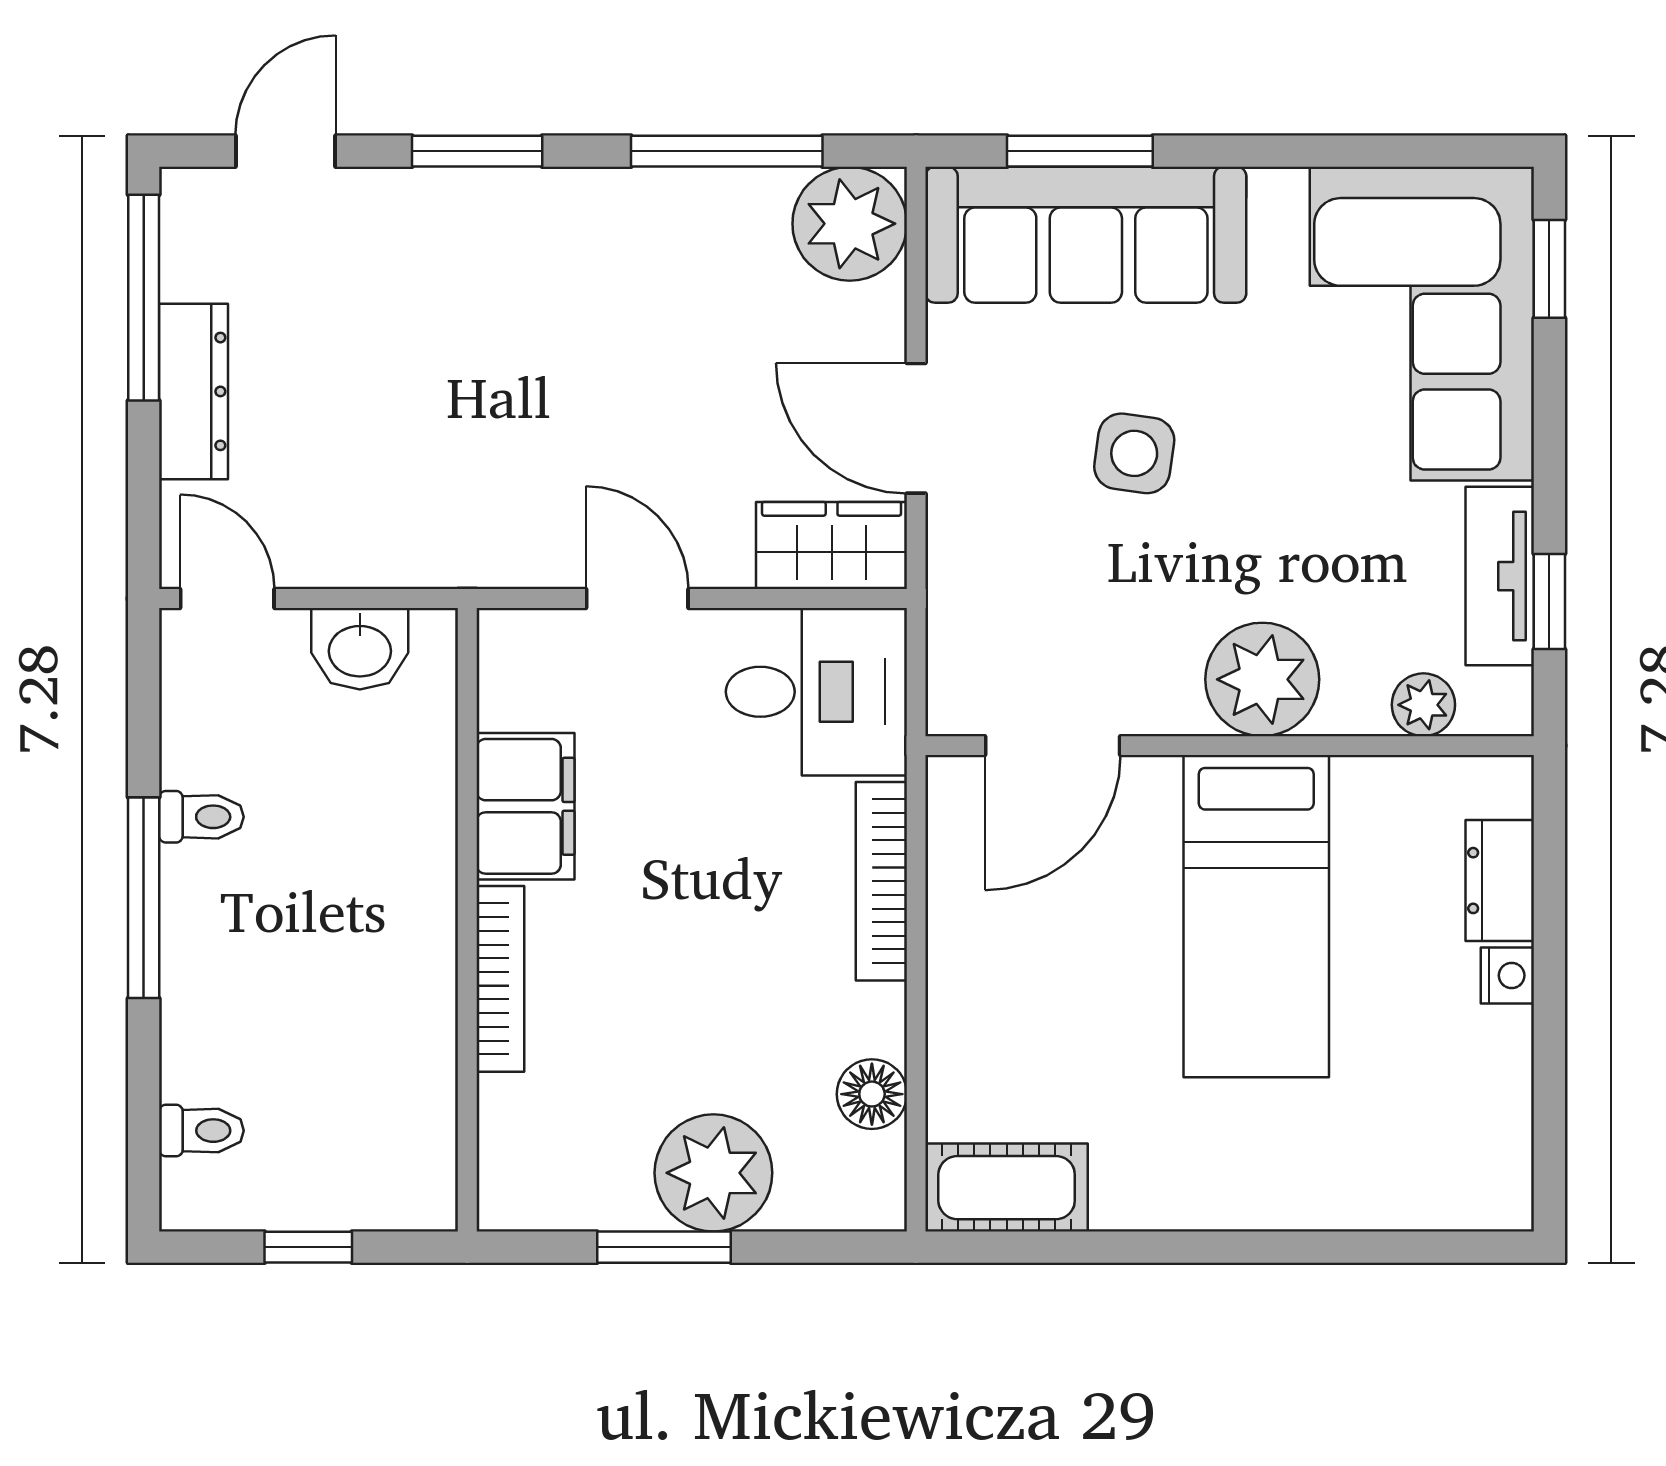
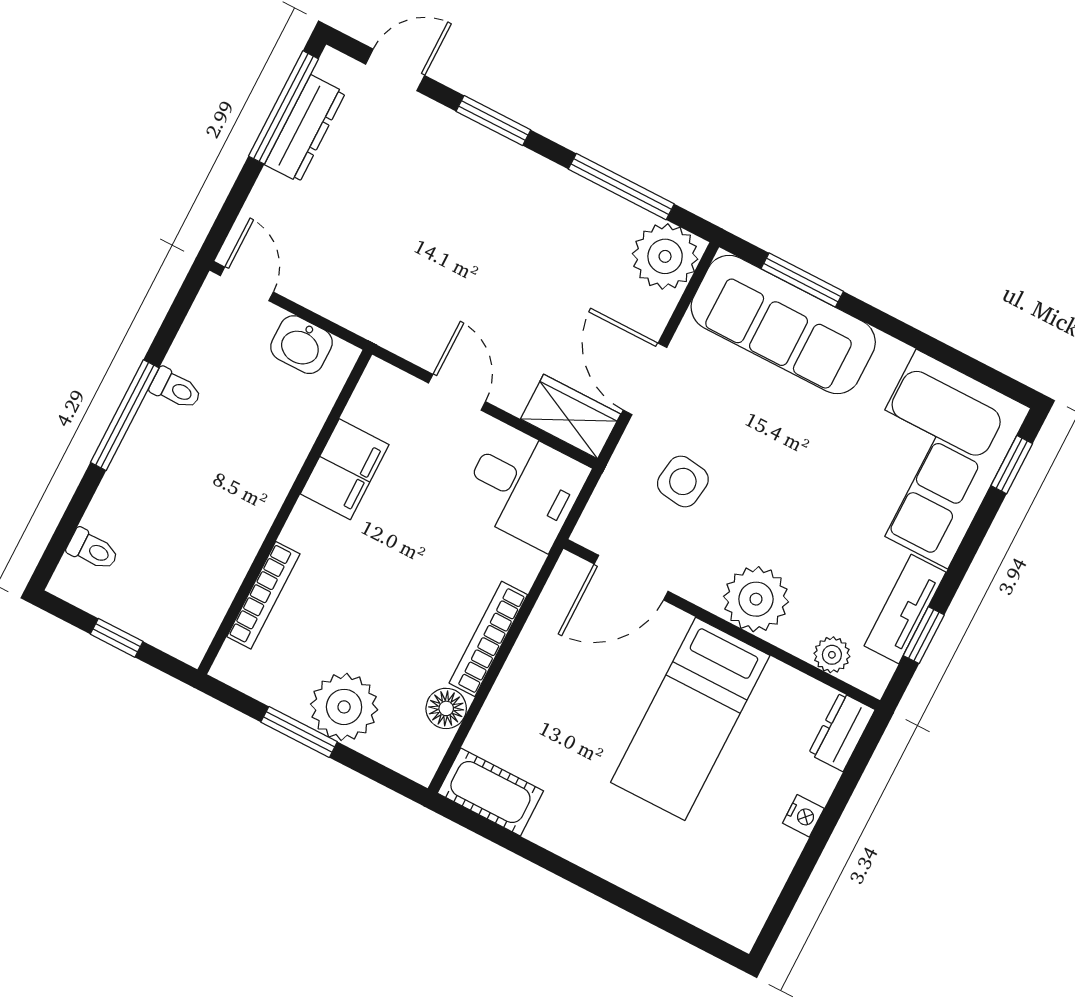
dresser: (194, 391) -> (305, 129), moved
side table: (1134, 453) -> (683, 481), moved
bookcase: (881, 881) -> (488, 639), moved
dresser: (1500, 881) -> (842, 732), moved
bookcase: (500, 979) -> (263, 595), moved

